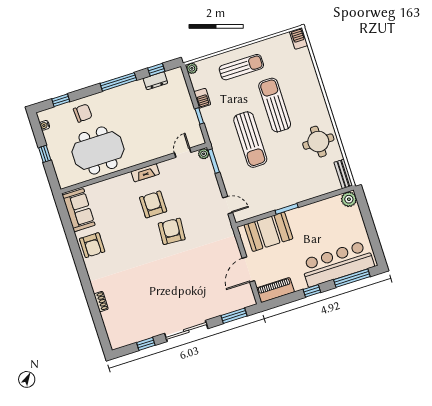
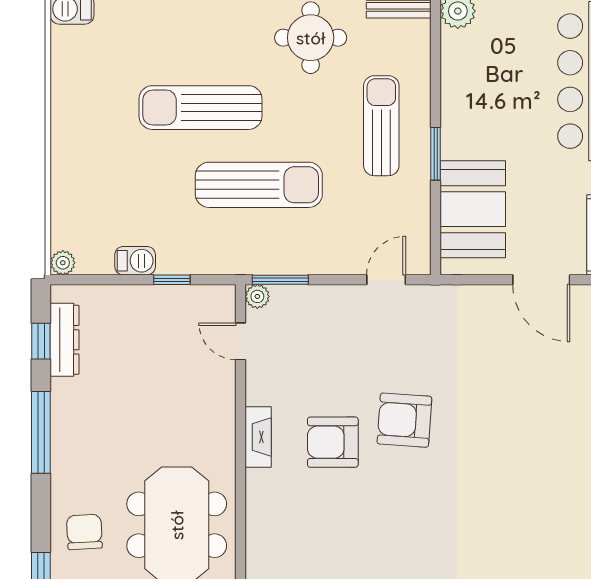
sun lounger: (241, 67) -> (381, 126), moved
dresser: (155, 81) -> (65, 340), width x1.44

